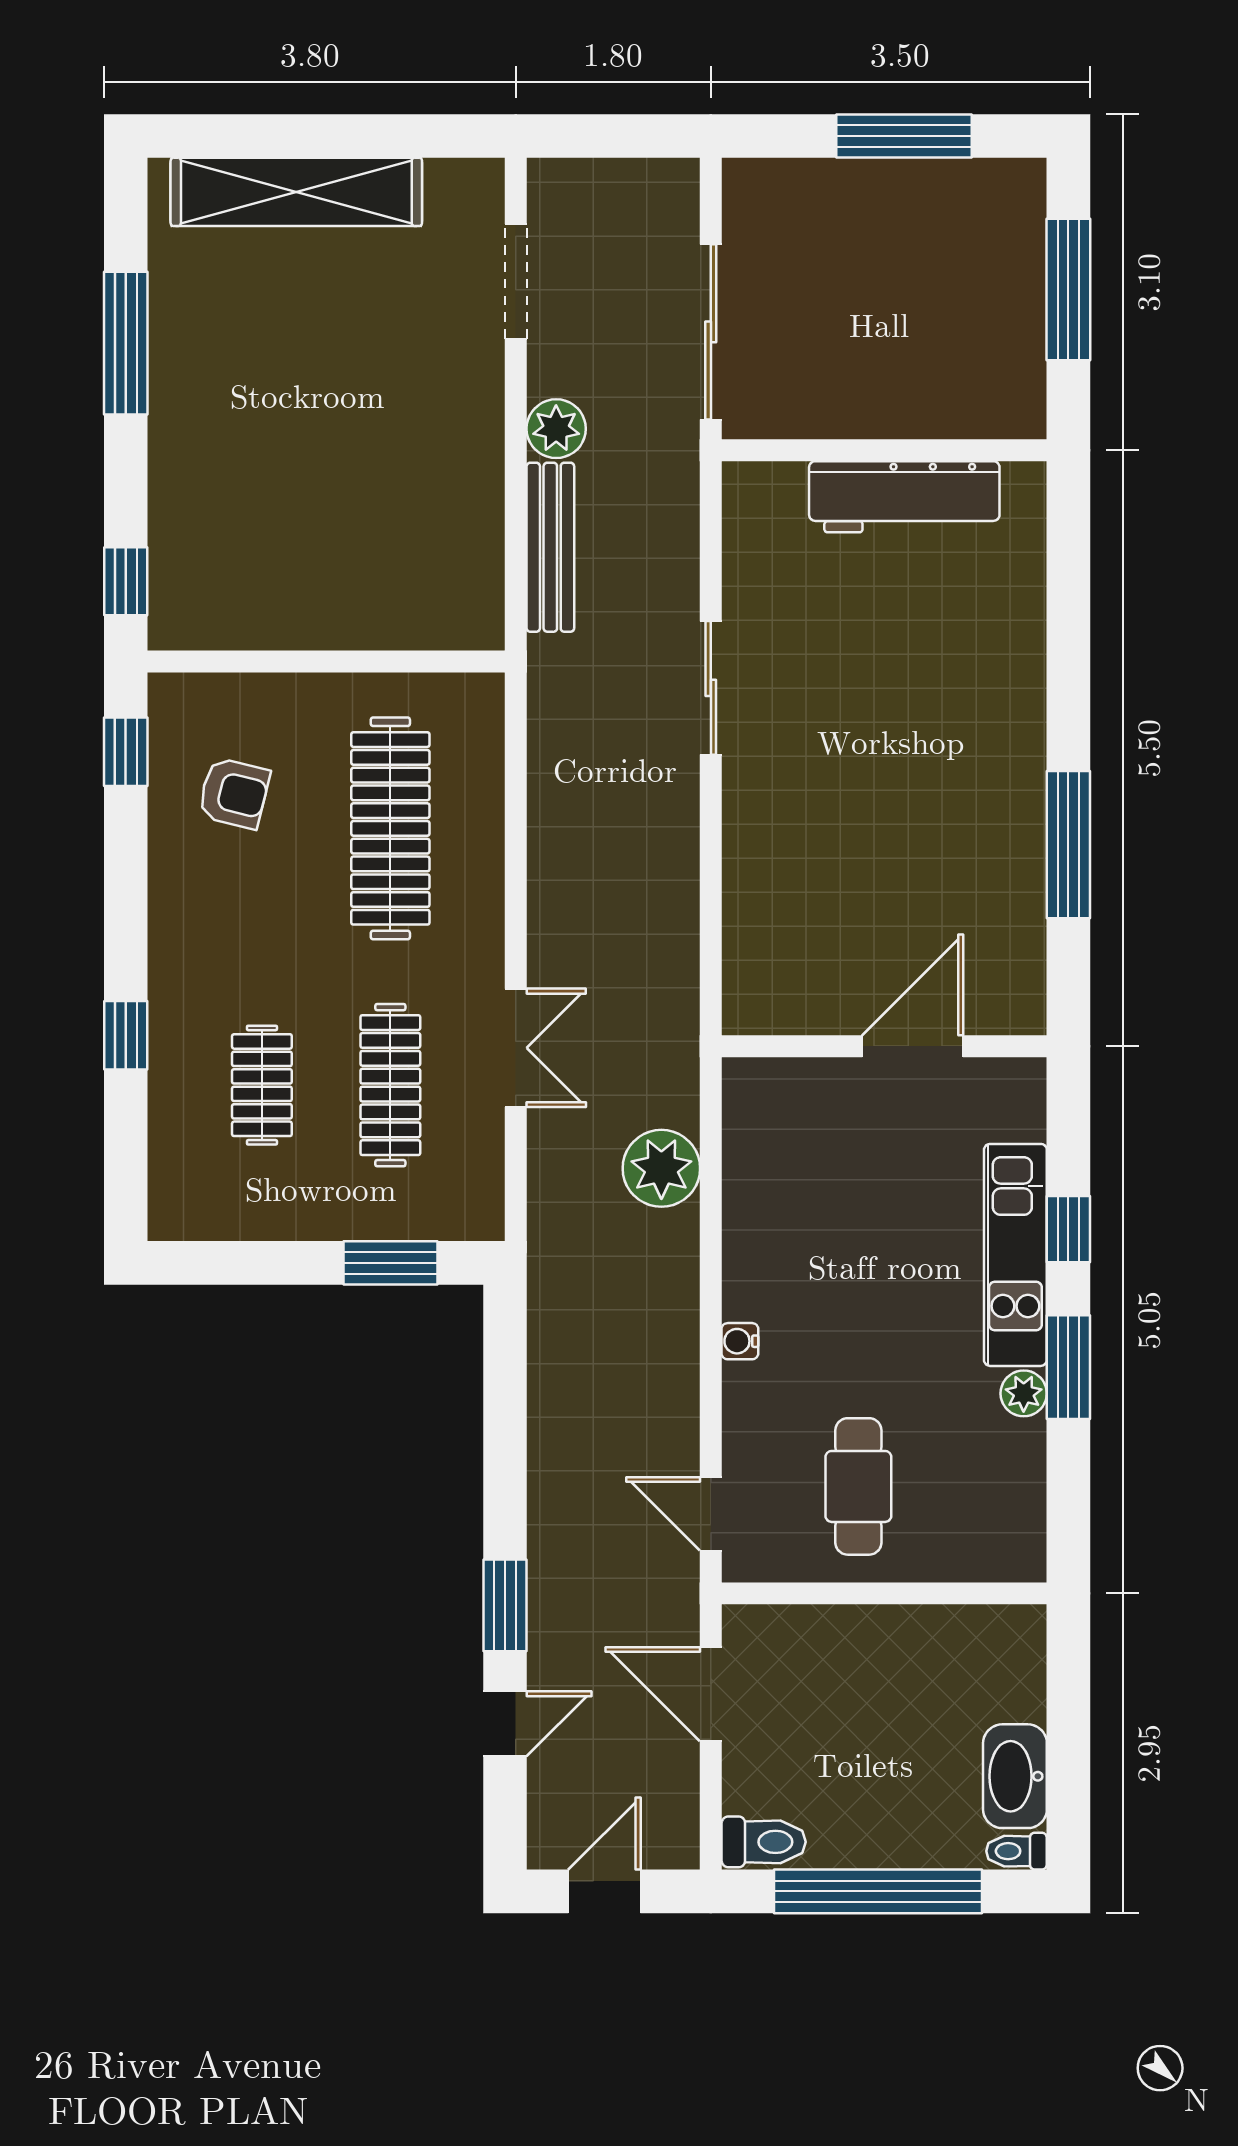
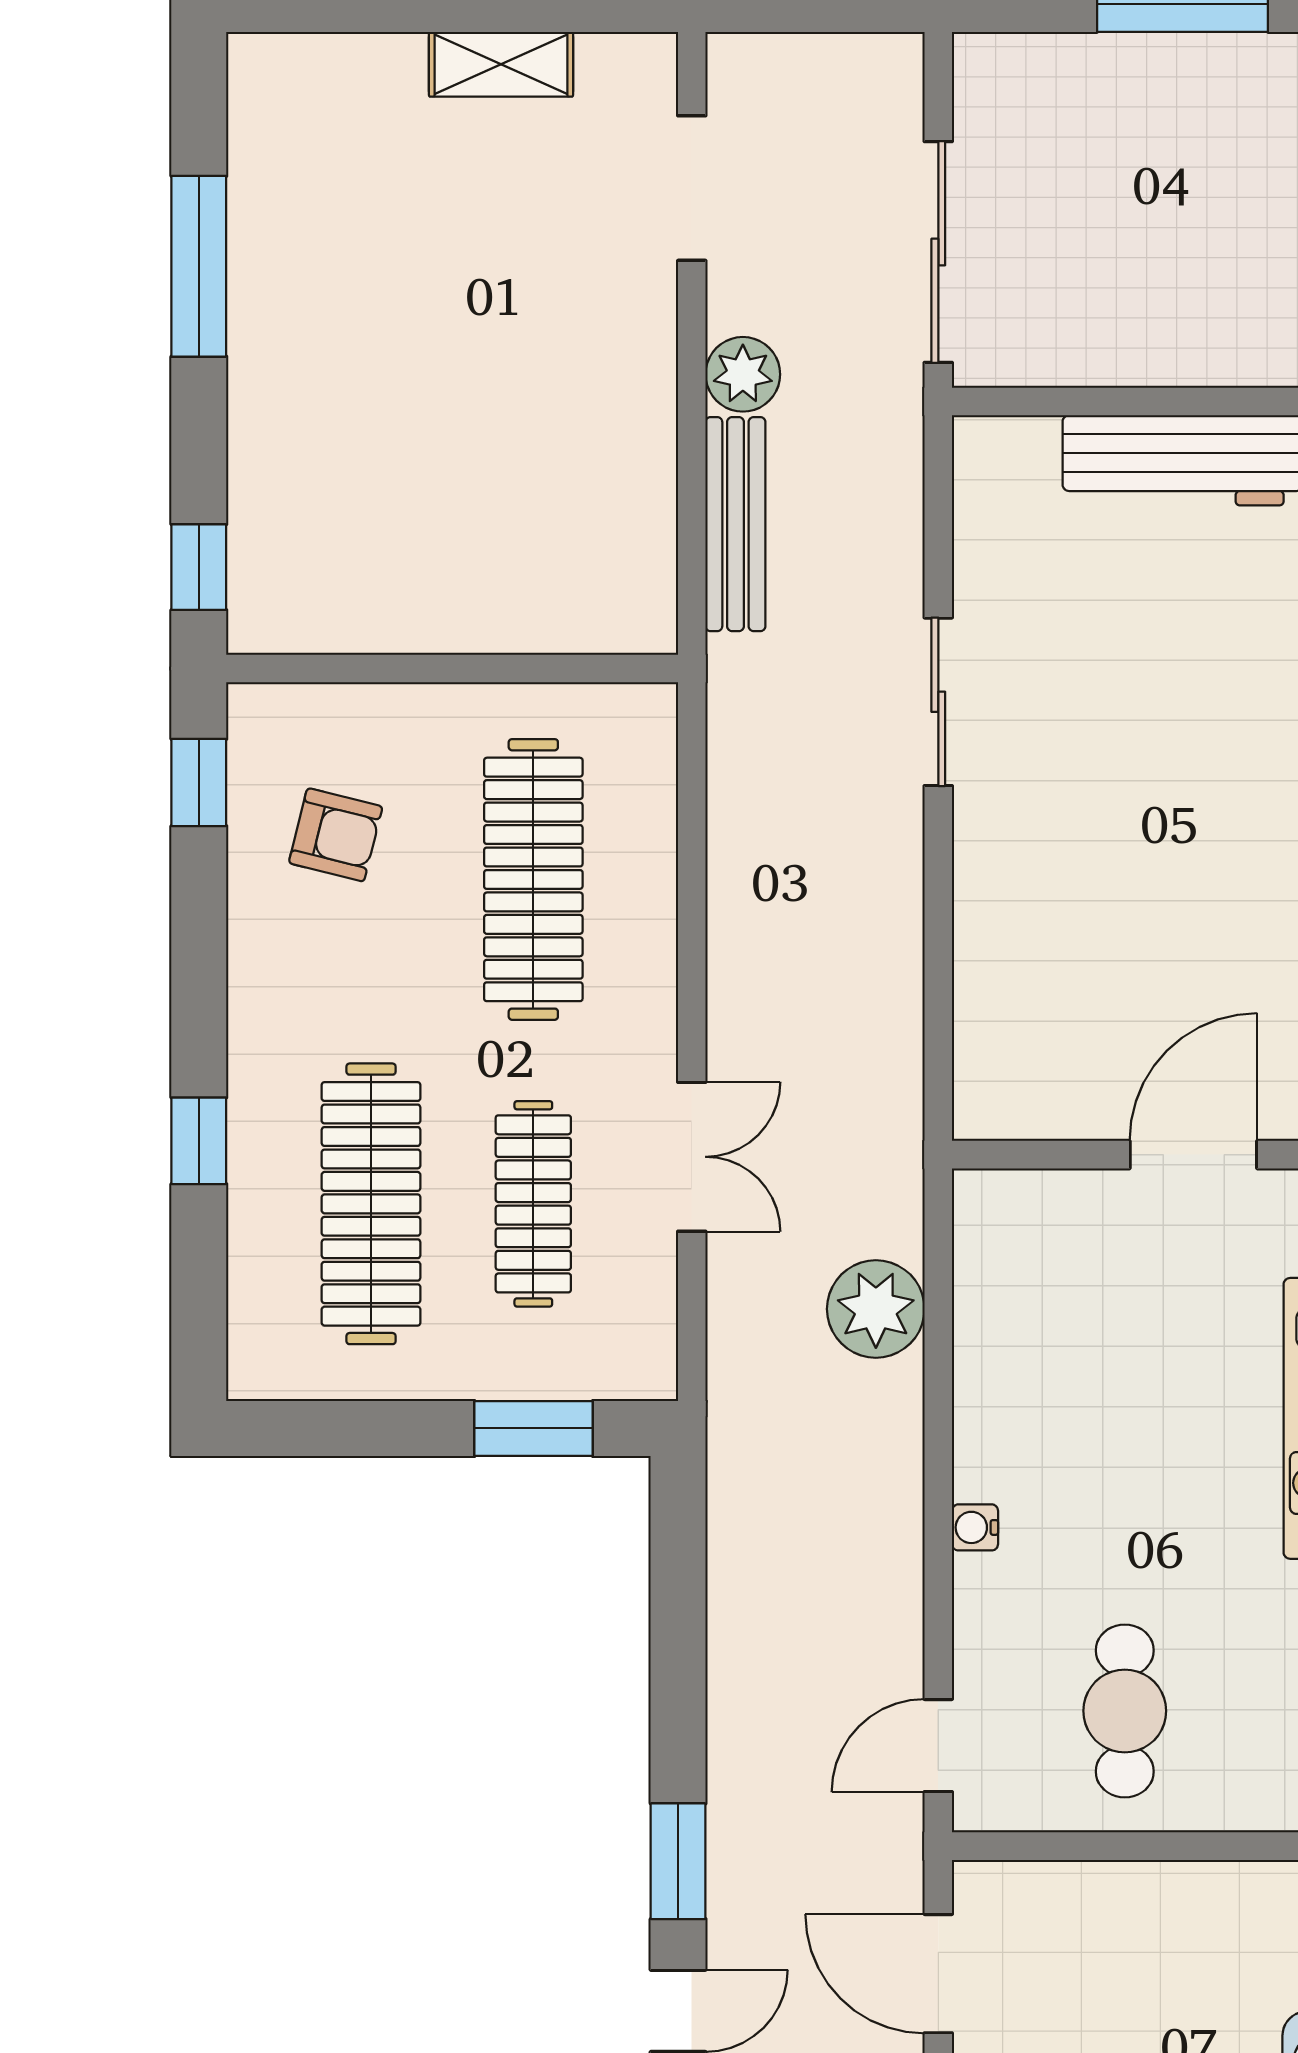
shelving: (296, 192) -> (501, 64), width x0.45, depth x0.75
clothes rail: (262, 1085) -> (371, 1204), width x1.86, depth x1.31
door: (711, 1514) -> (938, 1746), hinge flipped

